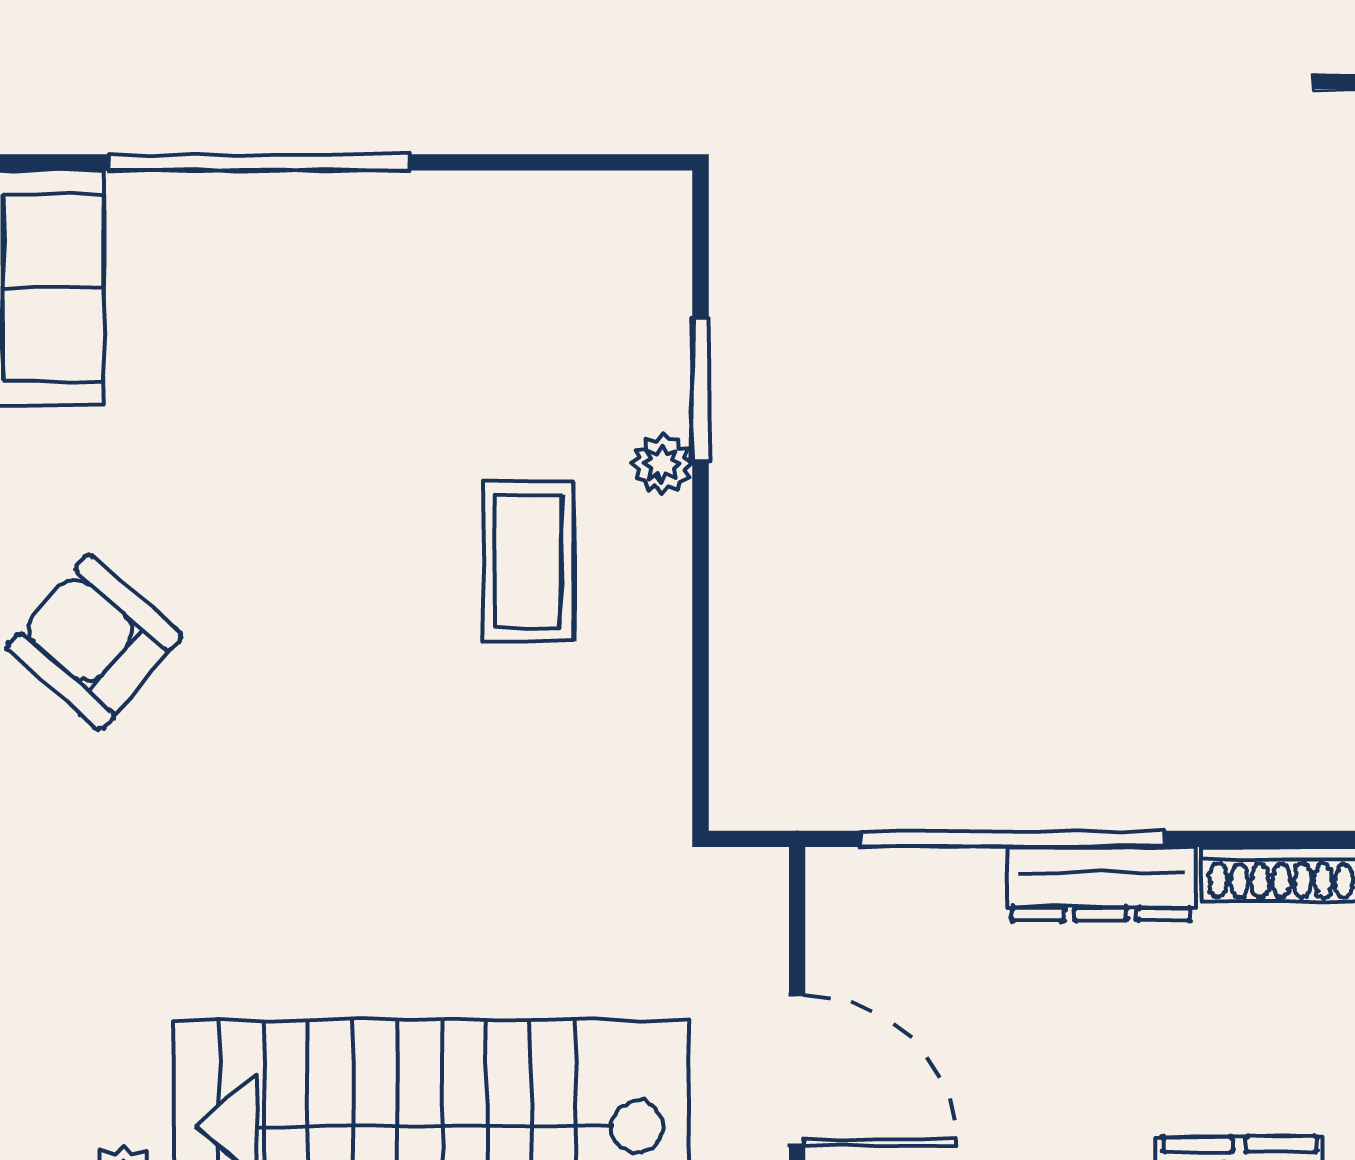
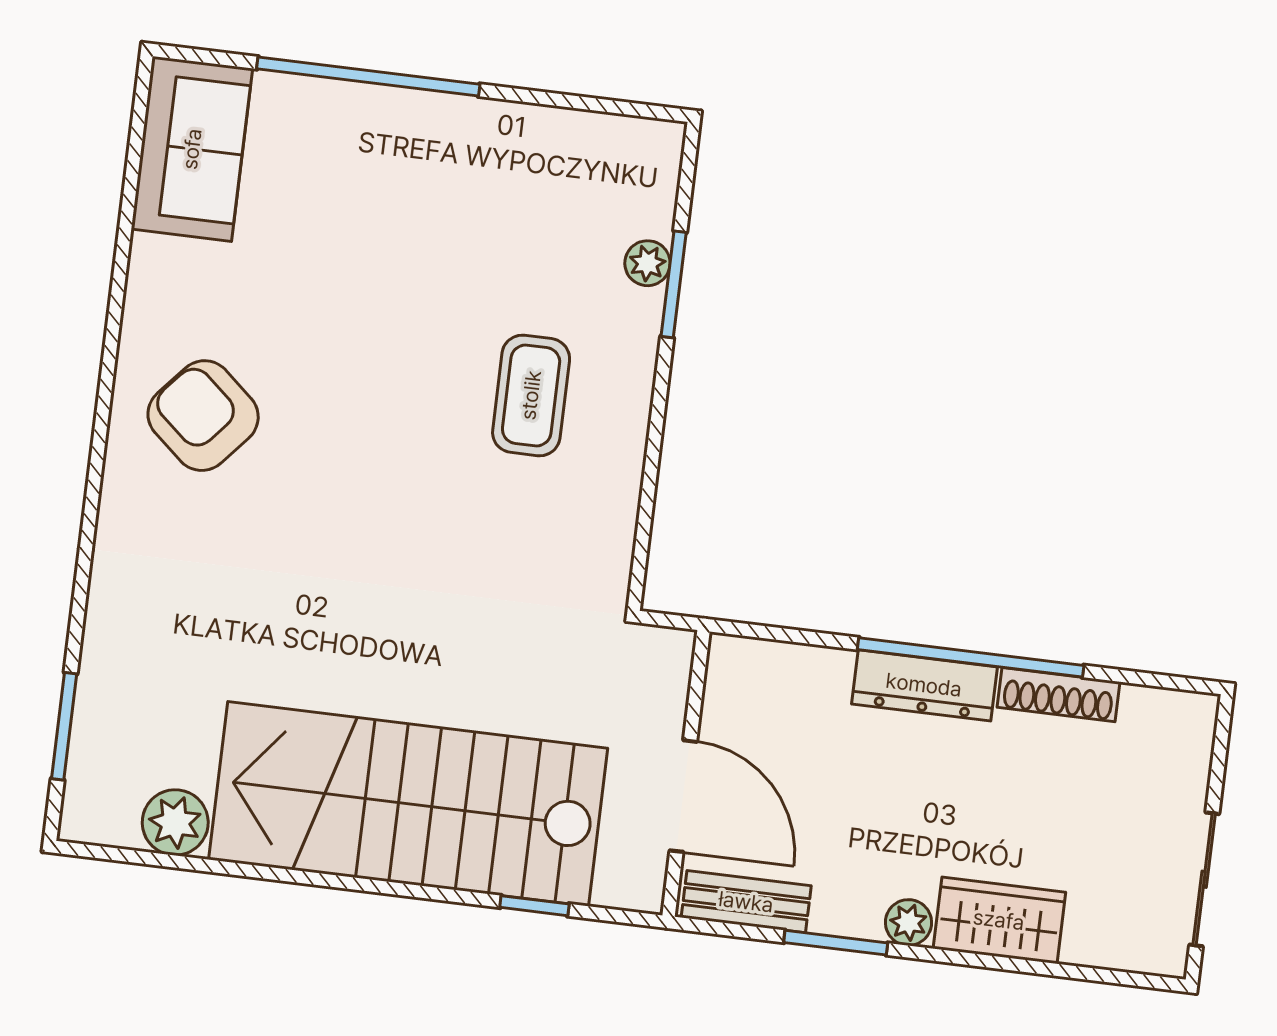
plant: (662, 464) -> (647, 263), moved
window: (1012, 839) -> (971, 657), moved

